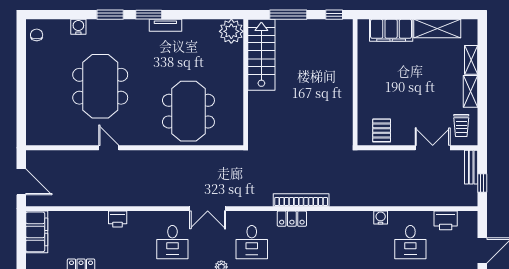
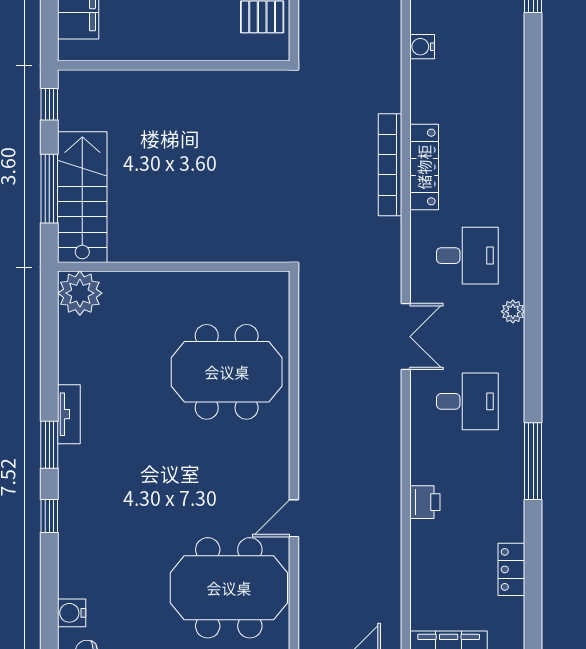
window: (110, 15) -> (49, 516), width x0.67
water cooler: (78, 27) -> (72, 613), moved
stairs: (261, 55) -> (82, 197), moved, turned 90
meeting table: (100, 86) -> (229, 588), moved
water cooler: (381, 218) -> (422, 47), moved
locker: (292, 219) -> (424, 167), width x1.53

